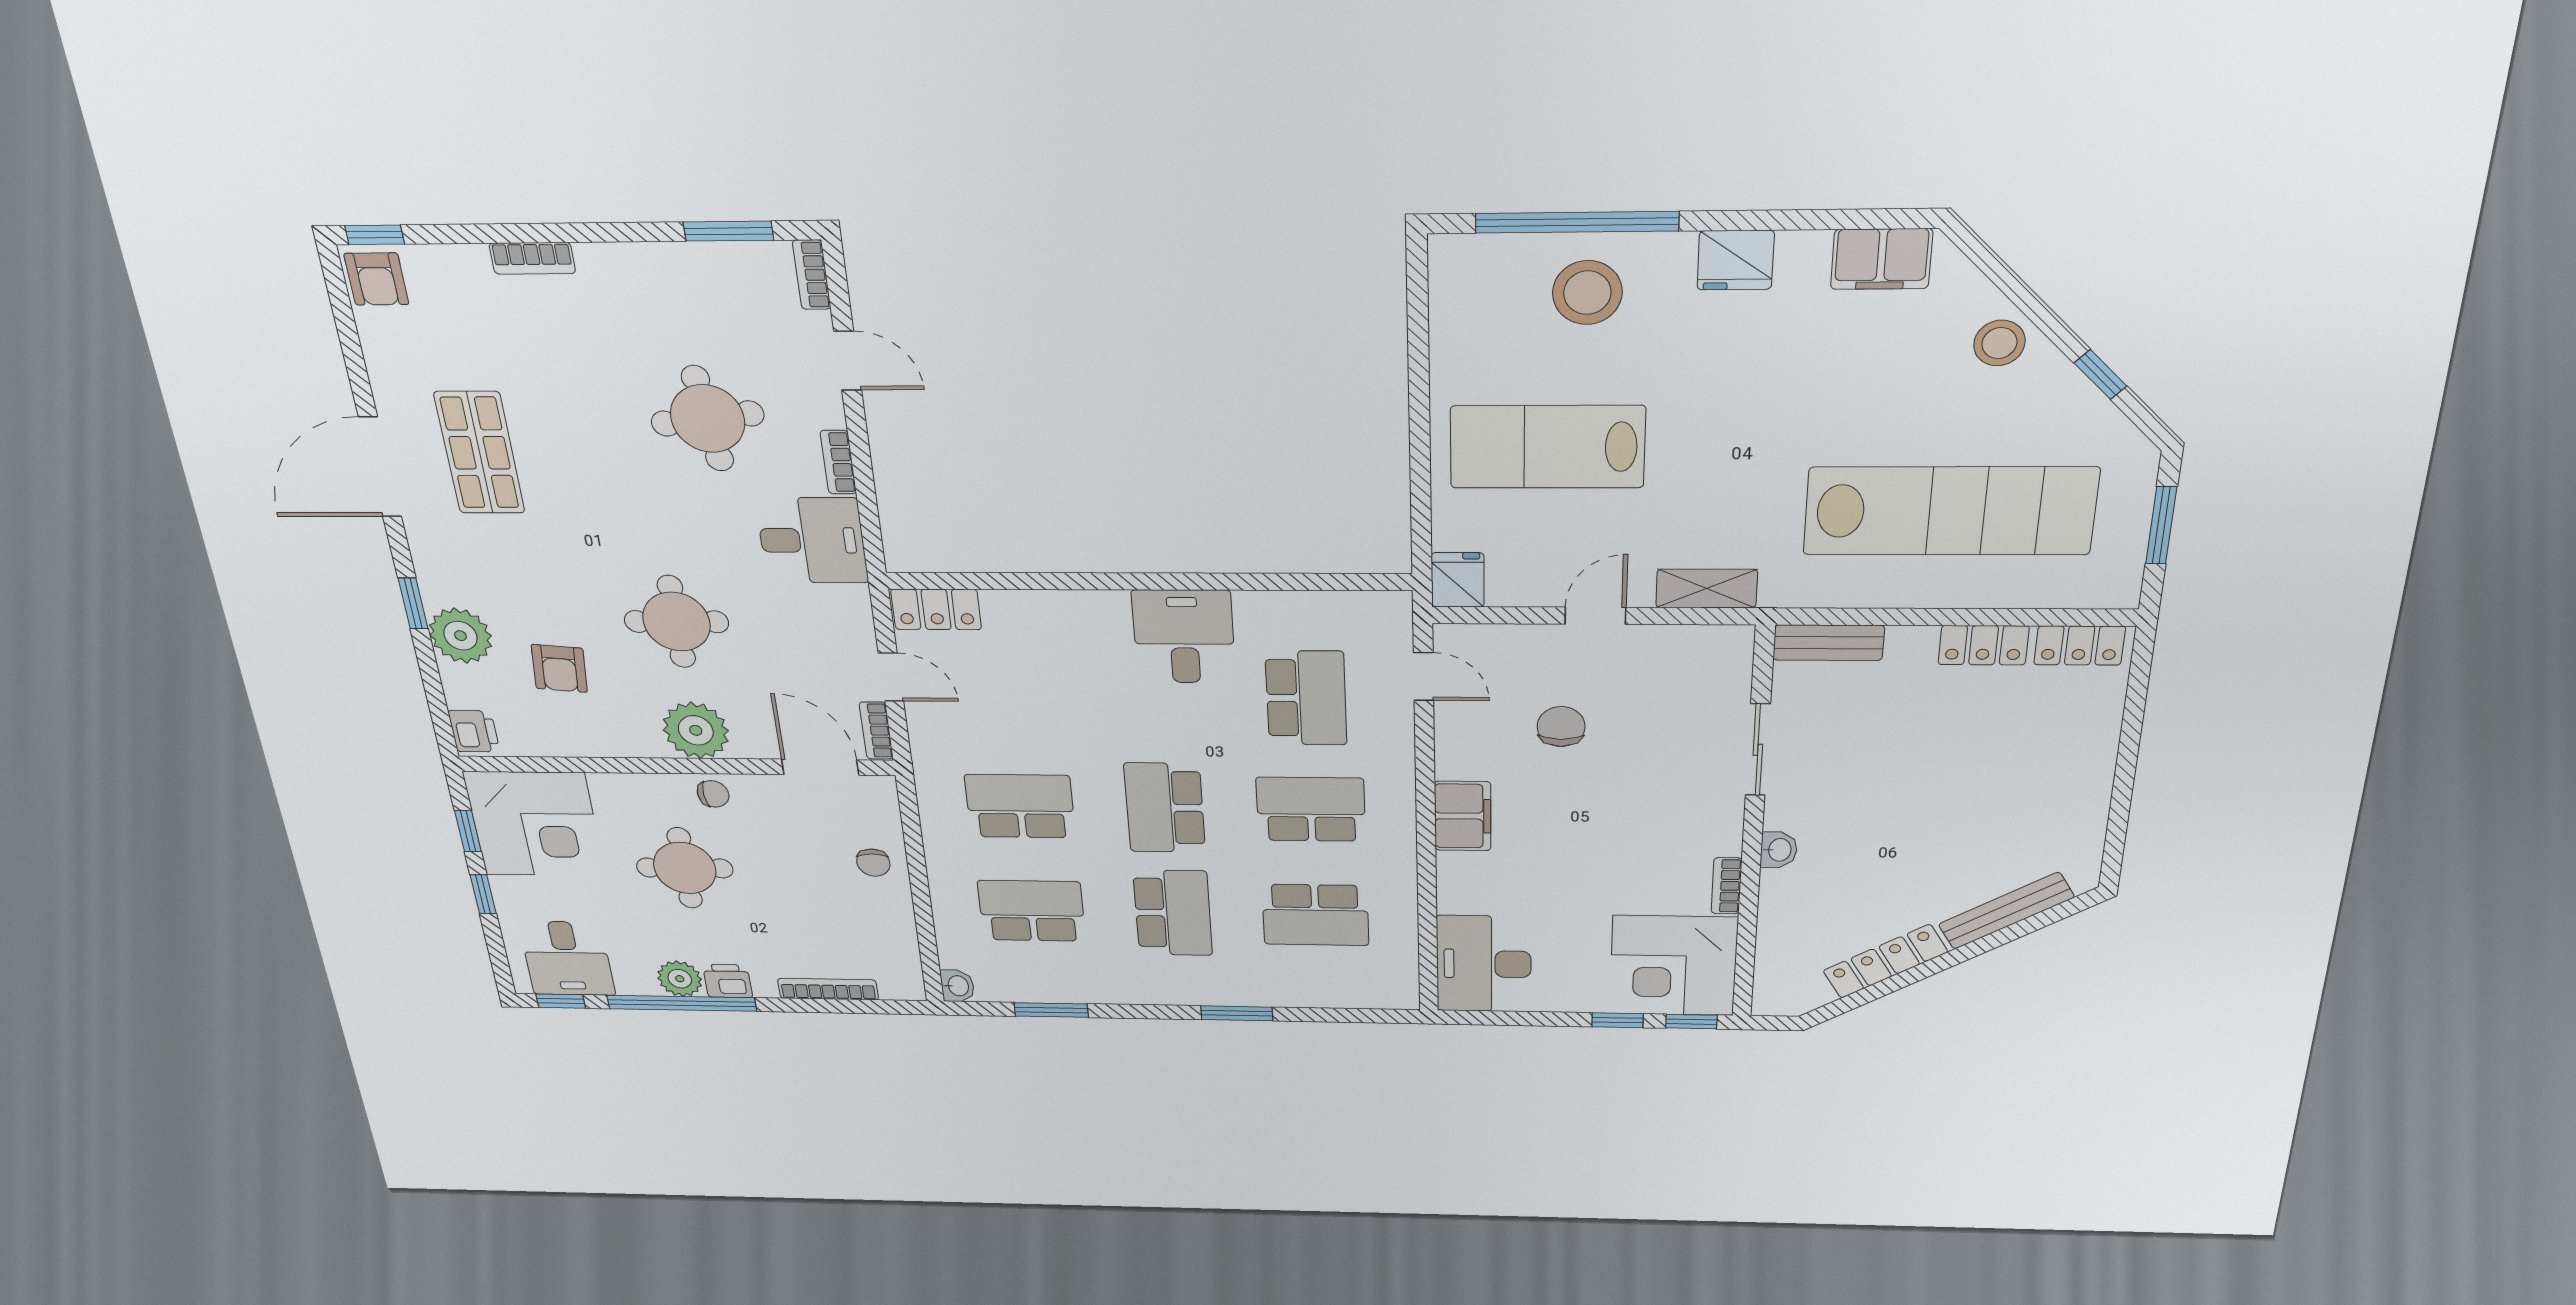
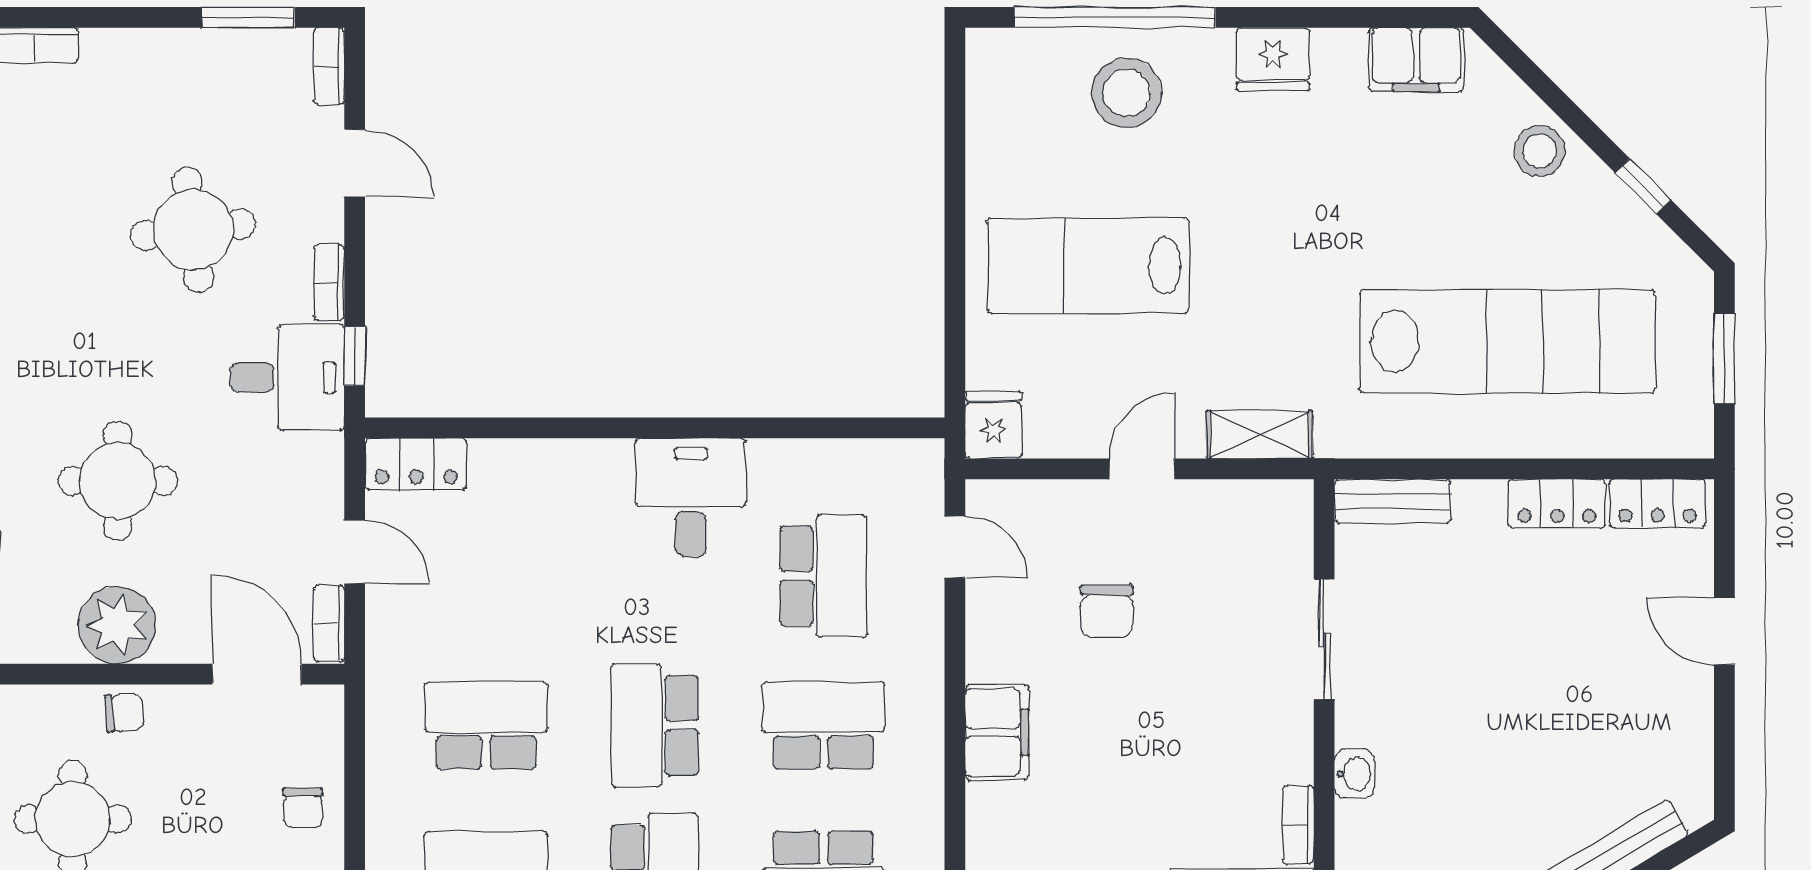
window: (870, 523) -> (355, 356), added
chair: (1561, 727) -> (1107, 611), turned 180
door: (2129, 747) -> (1724, 631), added

